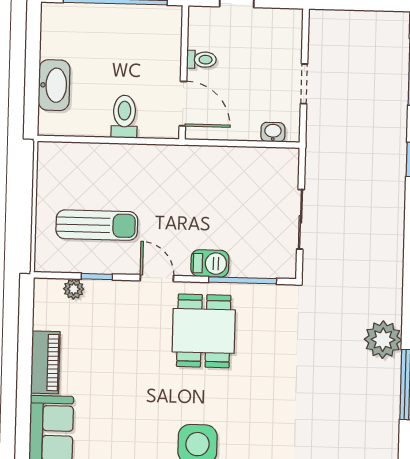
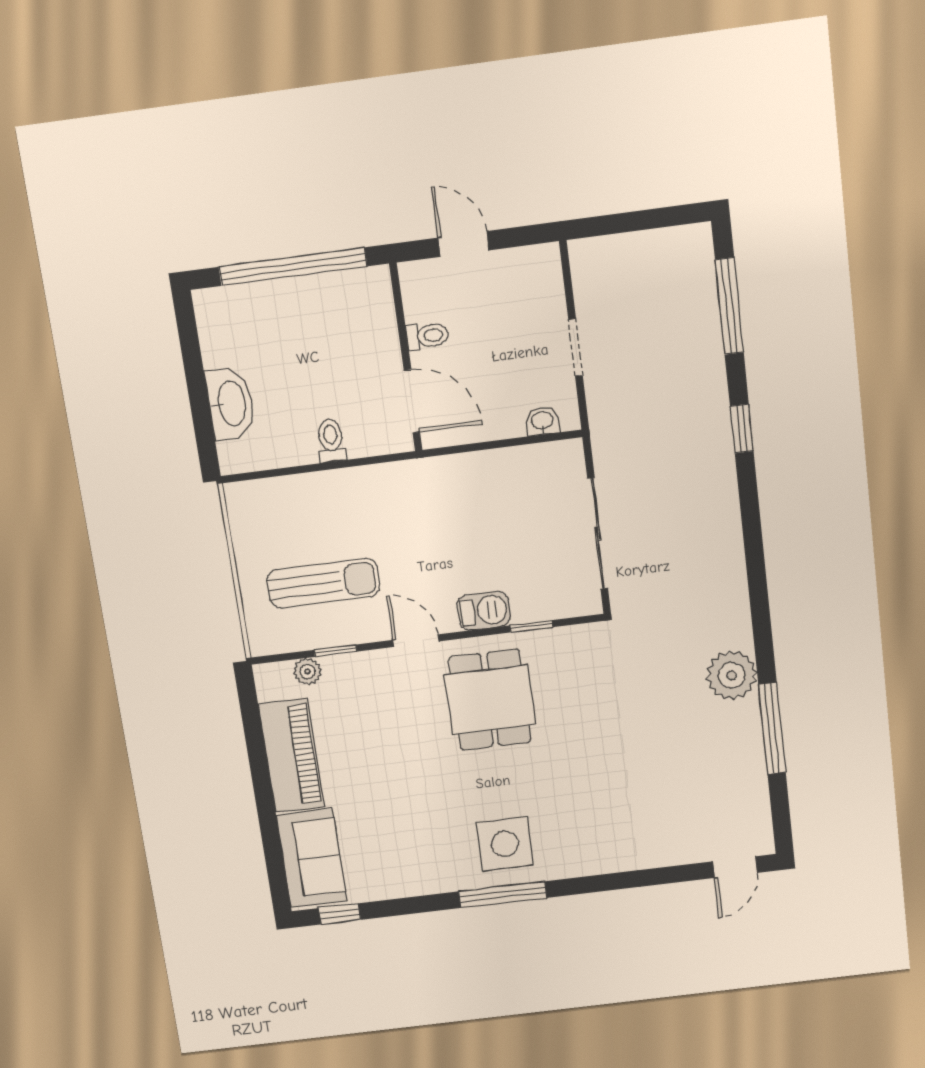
toilet: (124, 117) -> (331, 440), width x0.73, depth x0.72
sliding door: (300, 219) -> (598, 534), width x1.37
window: (243, 280) -> (531, 626), width x0.46
piano: (45, 362) -> (291, 756), width x1.37, depth x1.33

